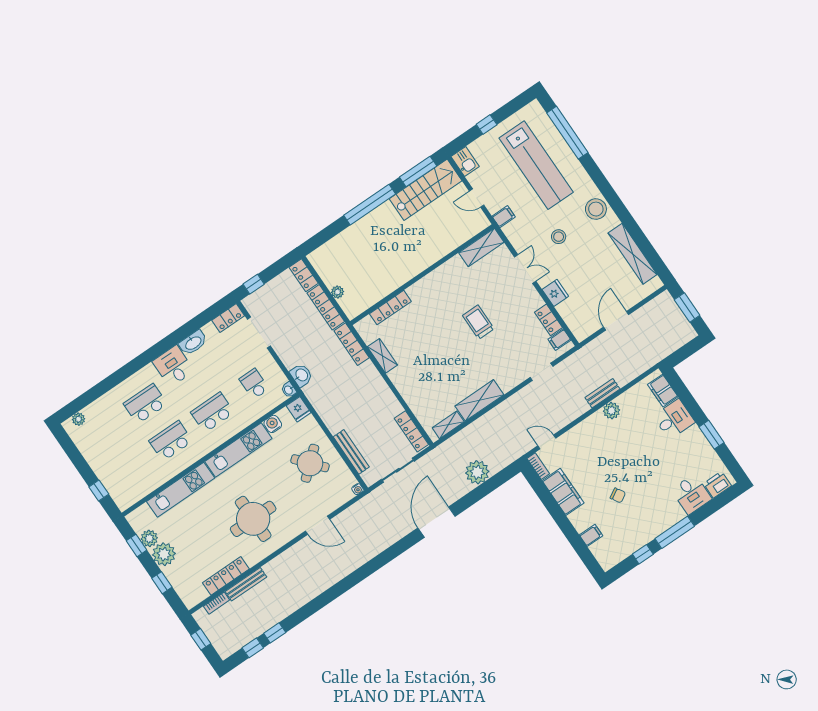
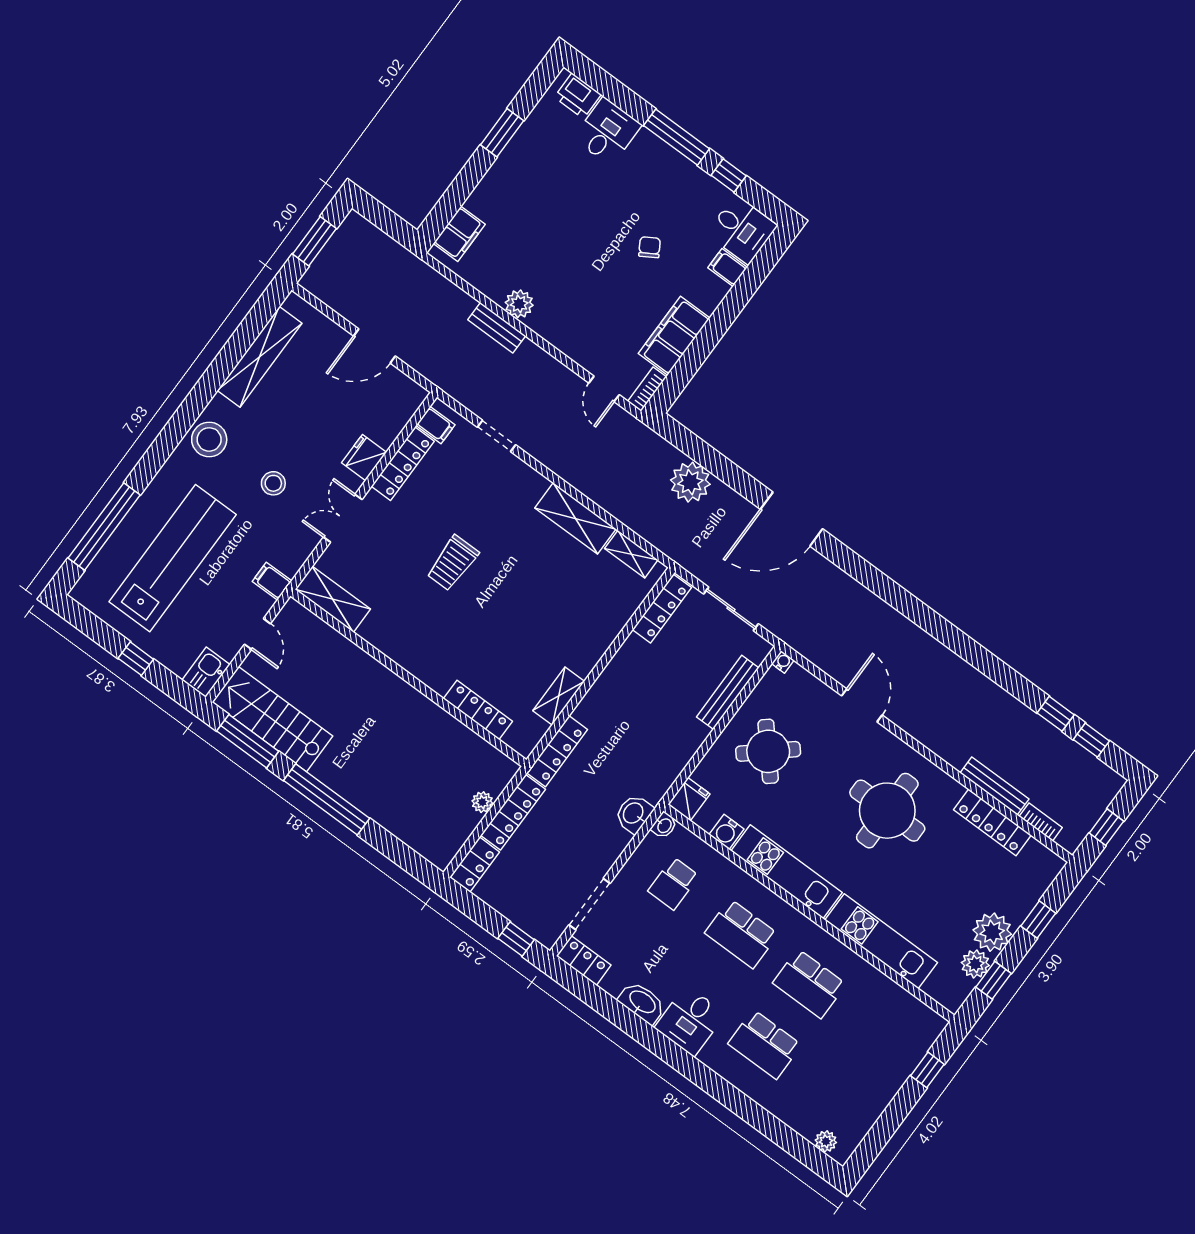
locker: (548, 320) -> (403, 464), width x1.53
desk: (674, 419) -> (742, 230), moved, turned 180

